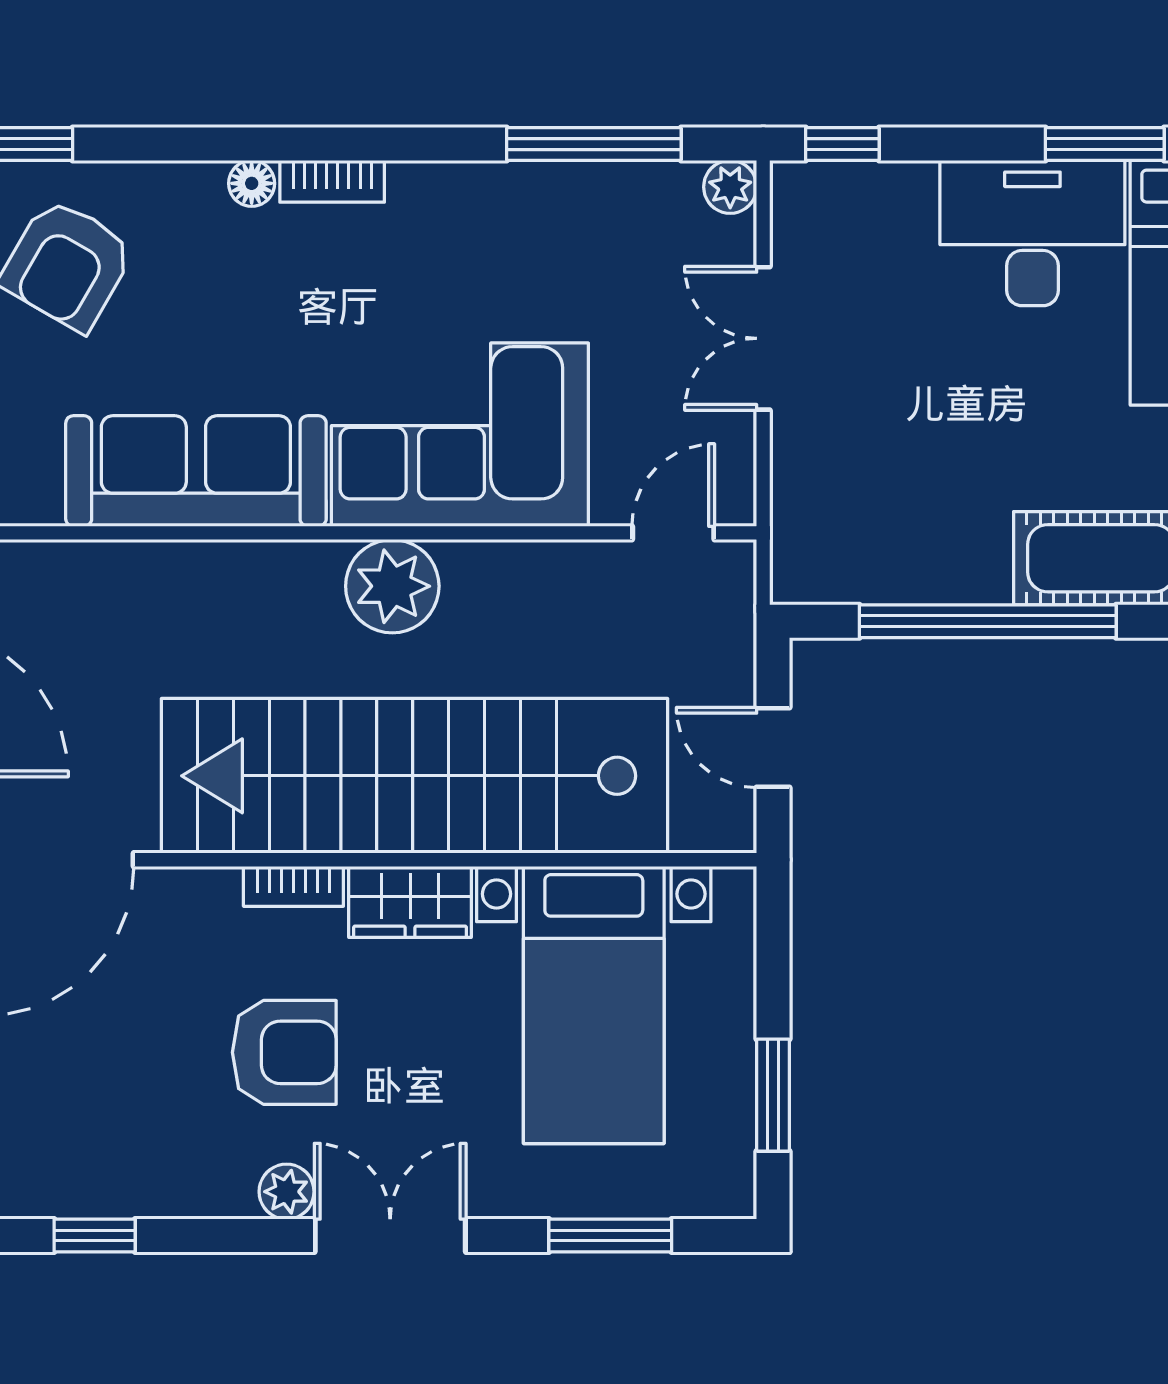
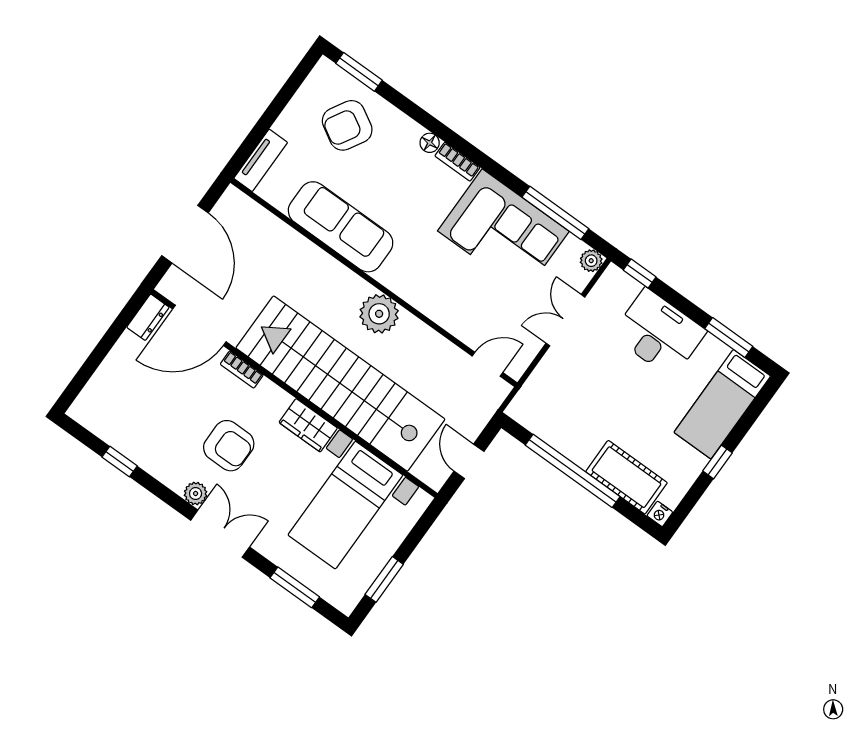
desk: (1032, 233) -> (659, 333), moved
corner sofa: (460, 435) -> (503, 231), moved, turned 180
bookcase: (293, 886) -> (242, 370), moved

